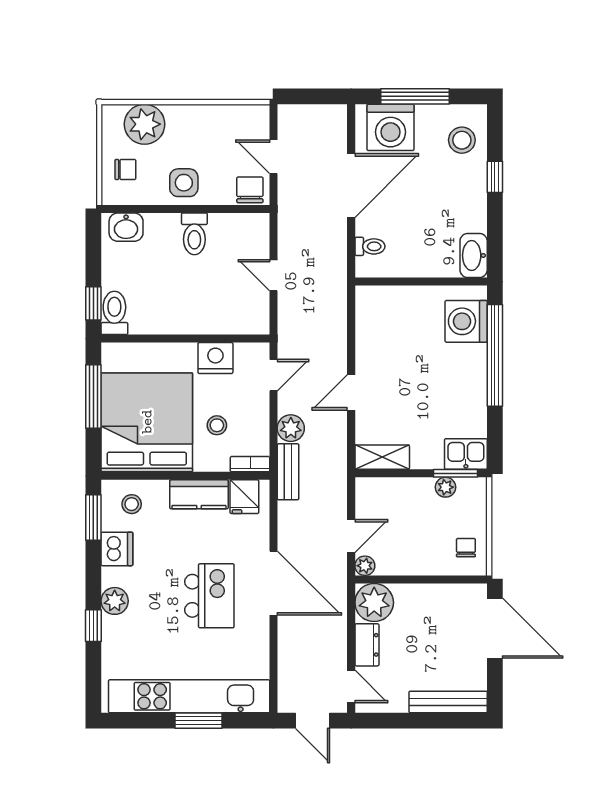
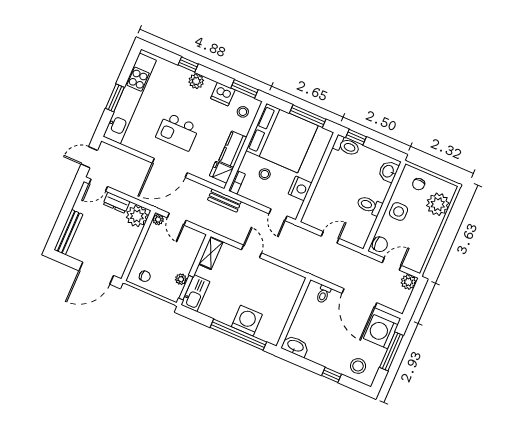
washing machine: (466, 321) -> (247, 321), moved
plant: (291, 428) -> (408, 282), moved
kitchen sink: (466, 454) -> (195, 293), width x1.38

